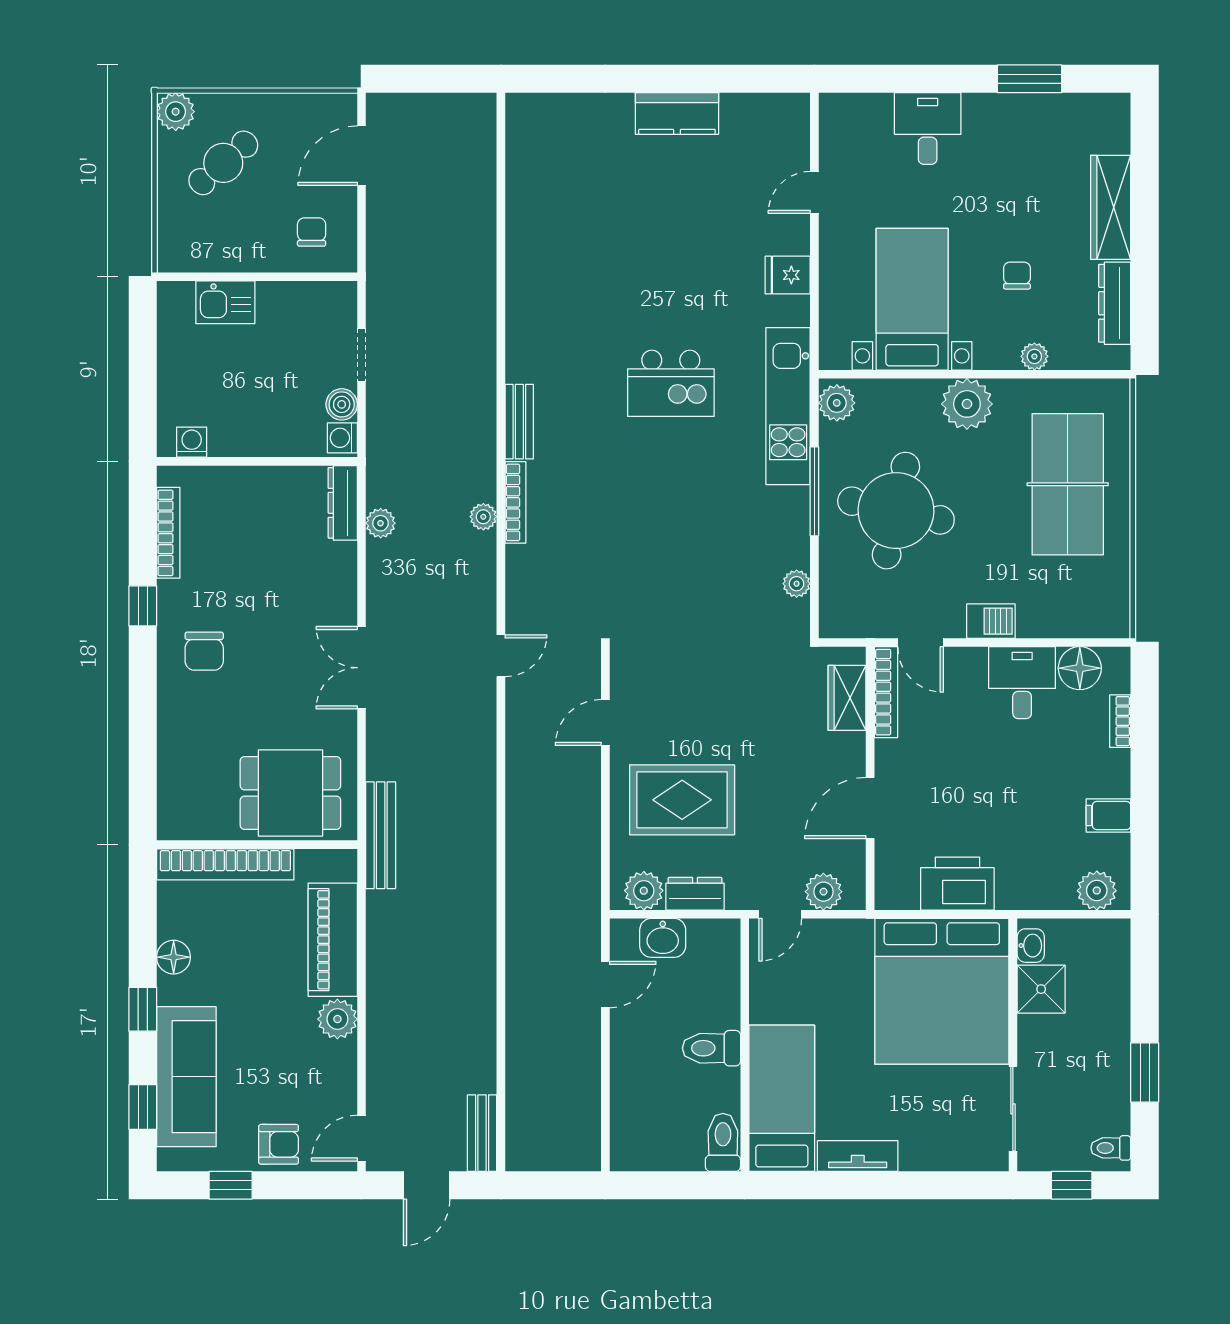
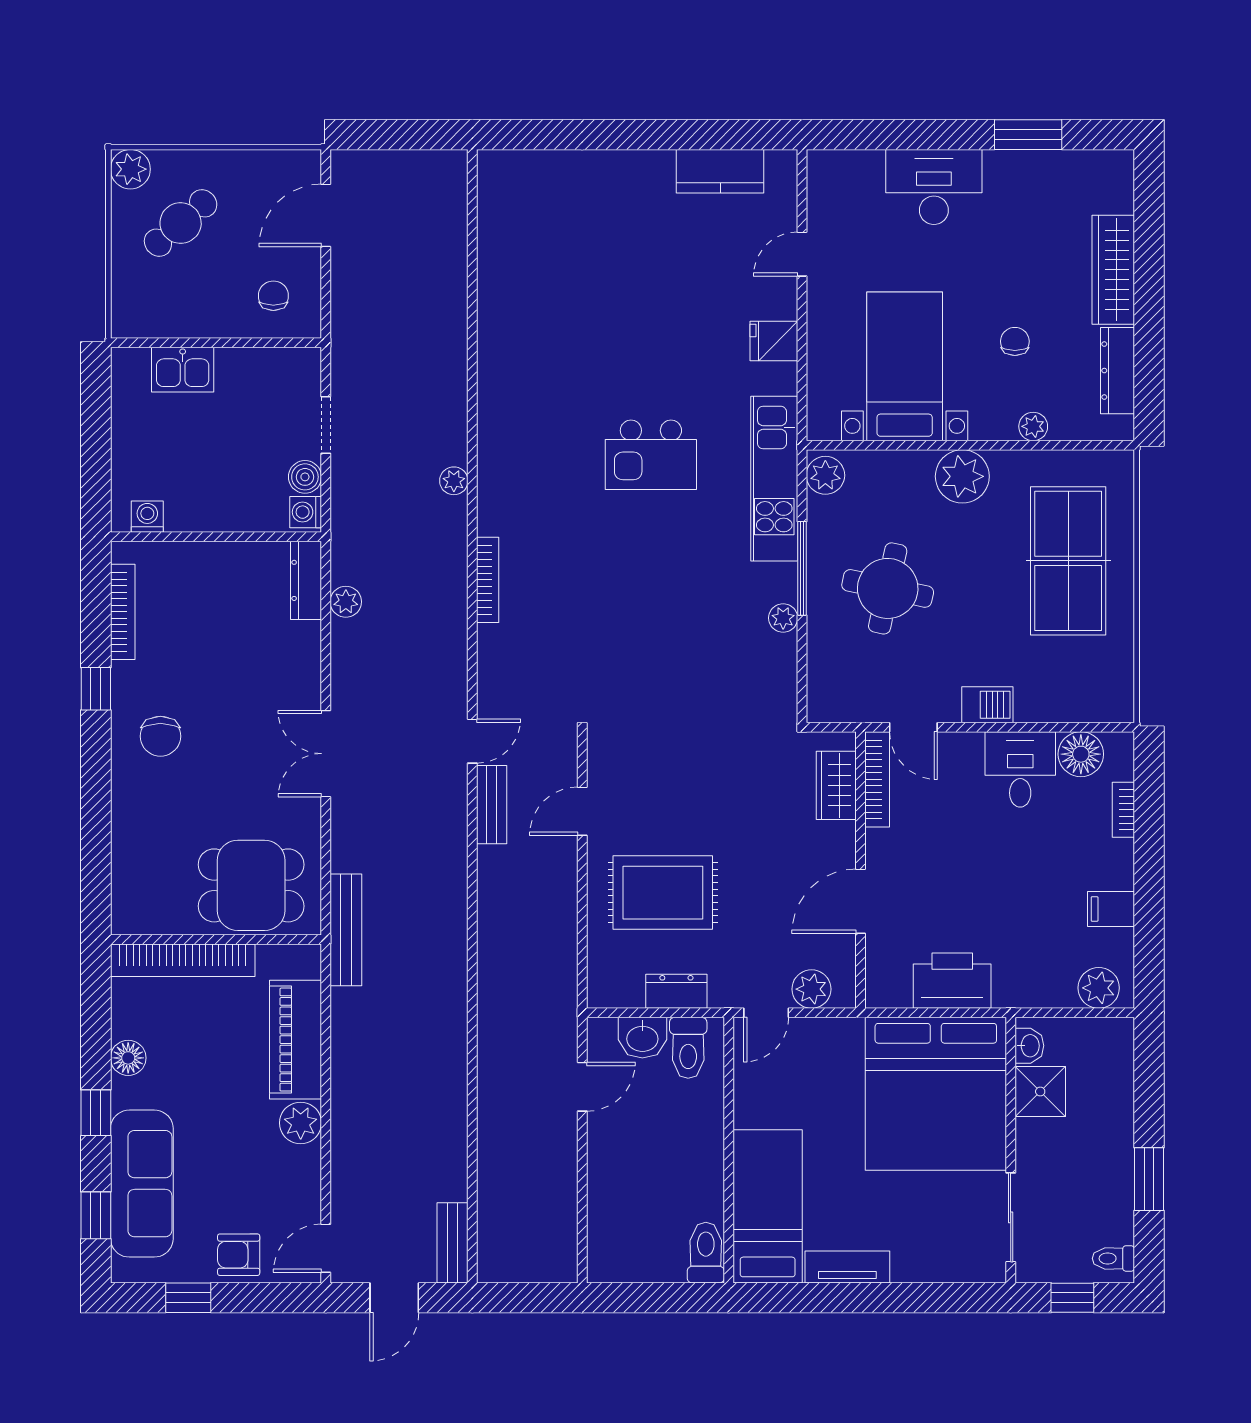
kitchen counter: (677, 114) -> (720, 171), moved
desk: (928, 129) -> (934, 187), width x1.37
bench: (519, 422) -> (492, 805), moved
round table: (896, 511) -> (888, 588), width x0.73, depth x0.73
plant: (483, 517) -> (454, 481), moved
plant: (797, 584) -> (783, 618), moved
plant: (644, 891) -> (623, 988), removed
toilet: (711, 1048) -> (688, 1048), moved, turned -90
armchair: (279, 1144) -> (239, 1255), turned 180

